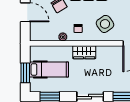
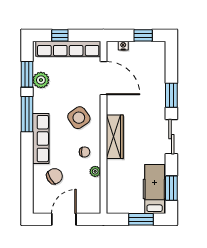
wardrobe: (84, 52) -> (115, 137), width x1.50
hospital bed: (49, 69) -> (155, 189), moved

